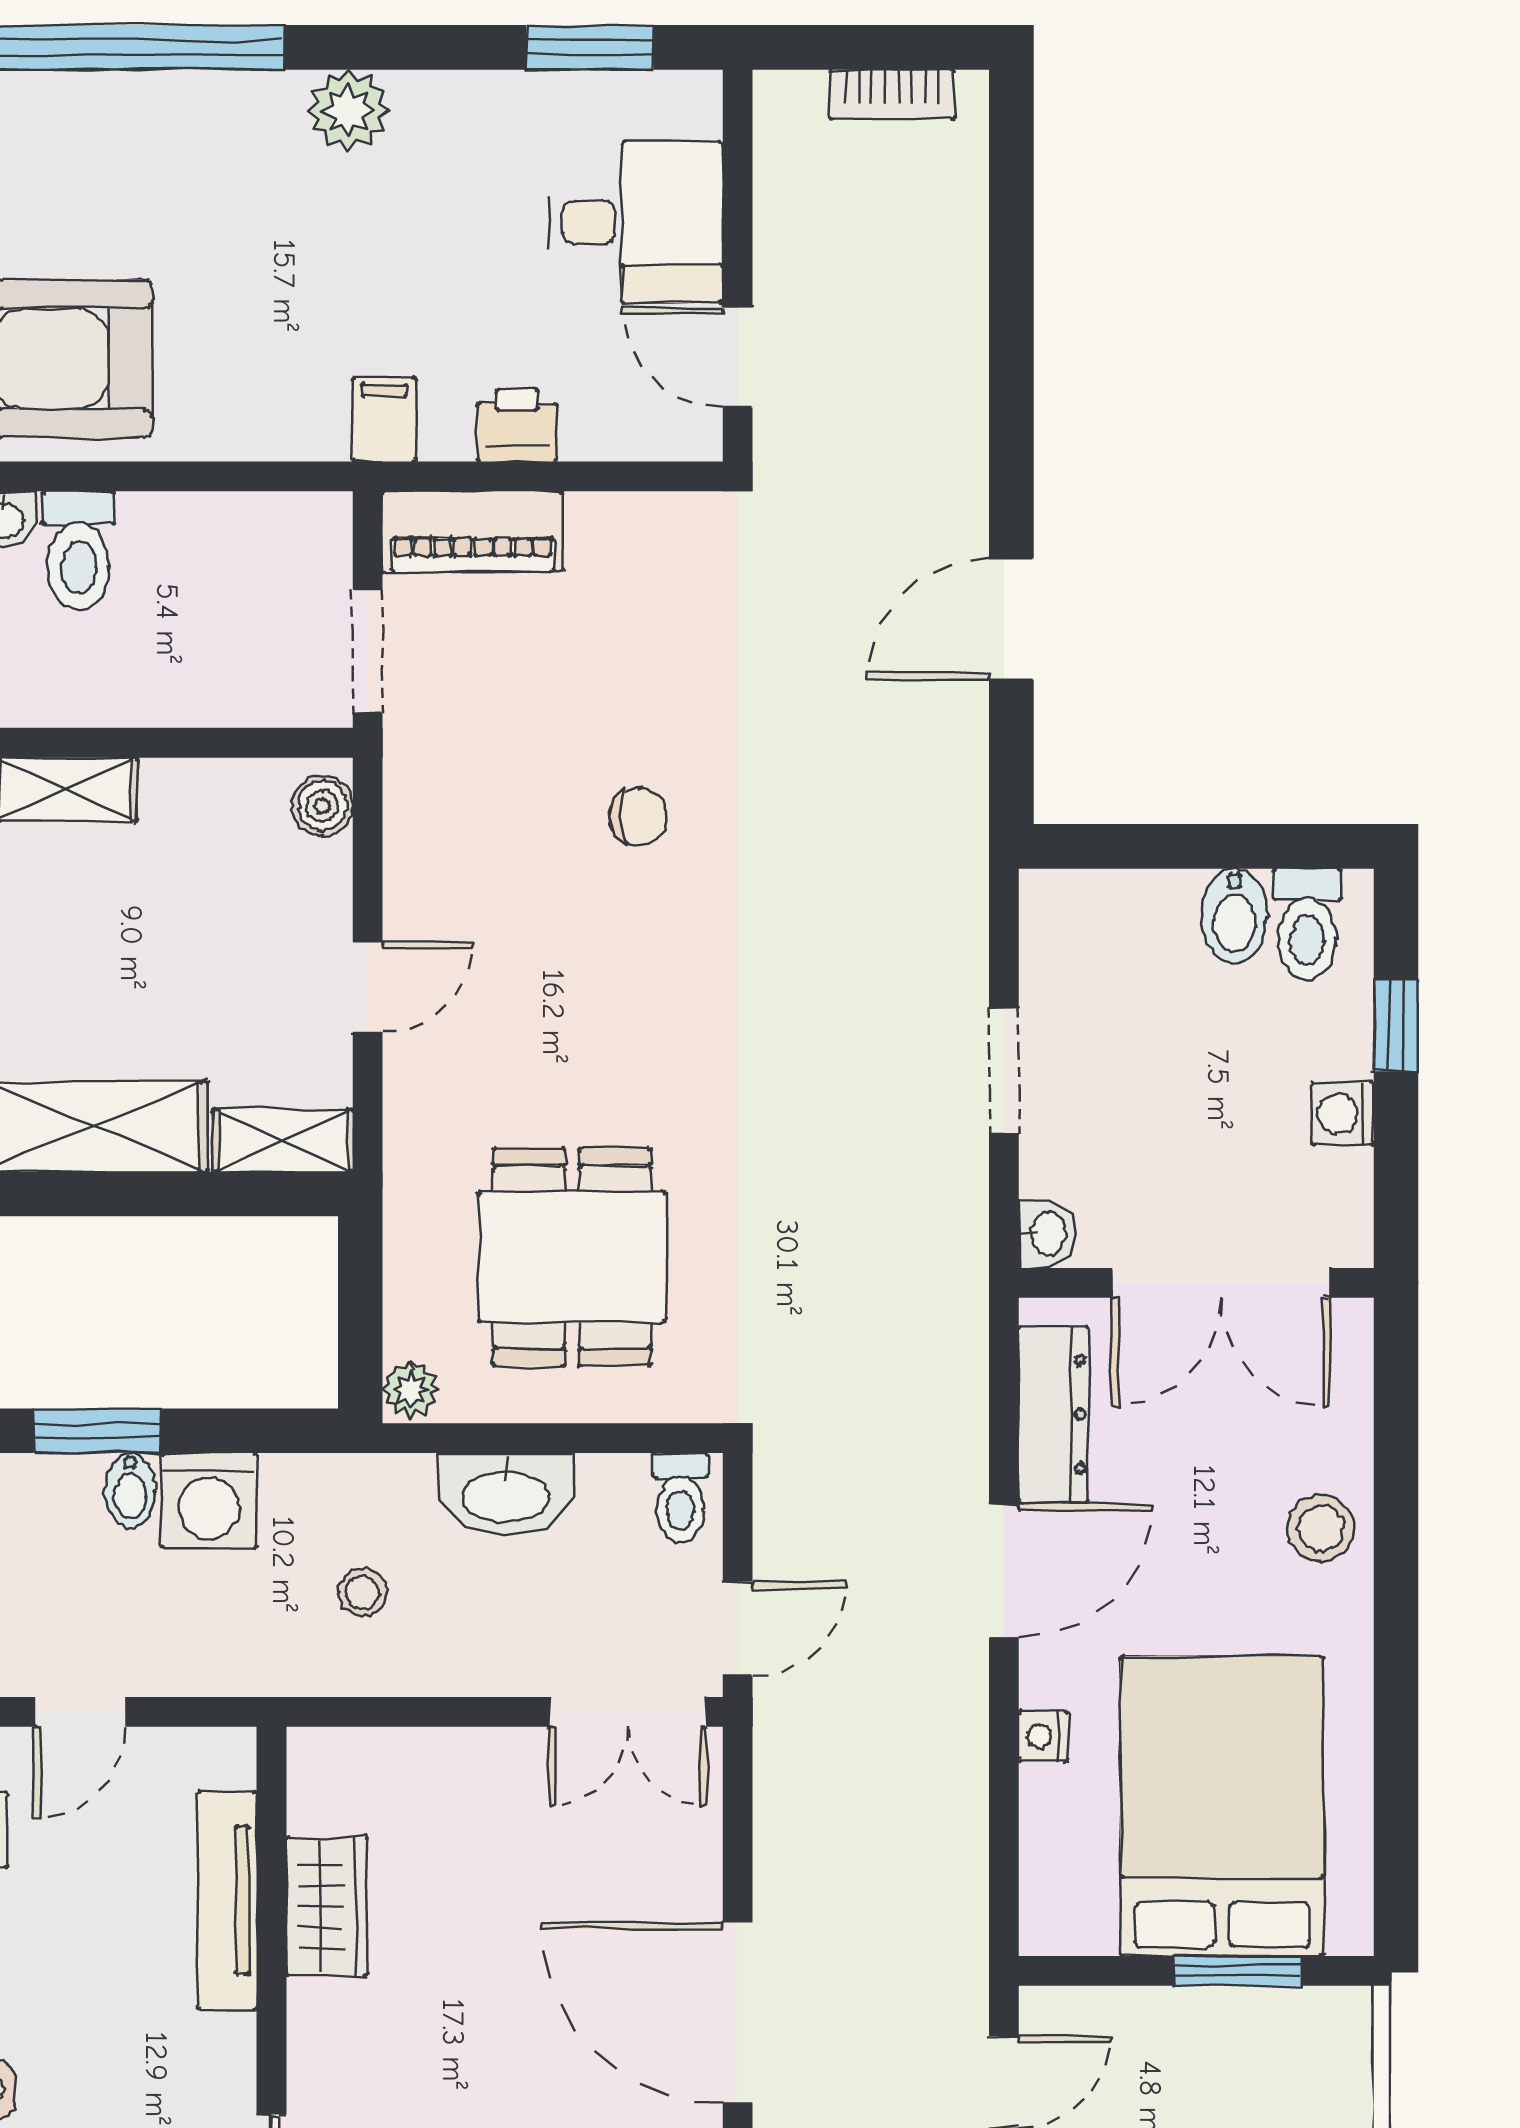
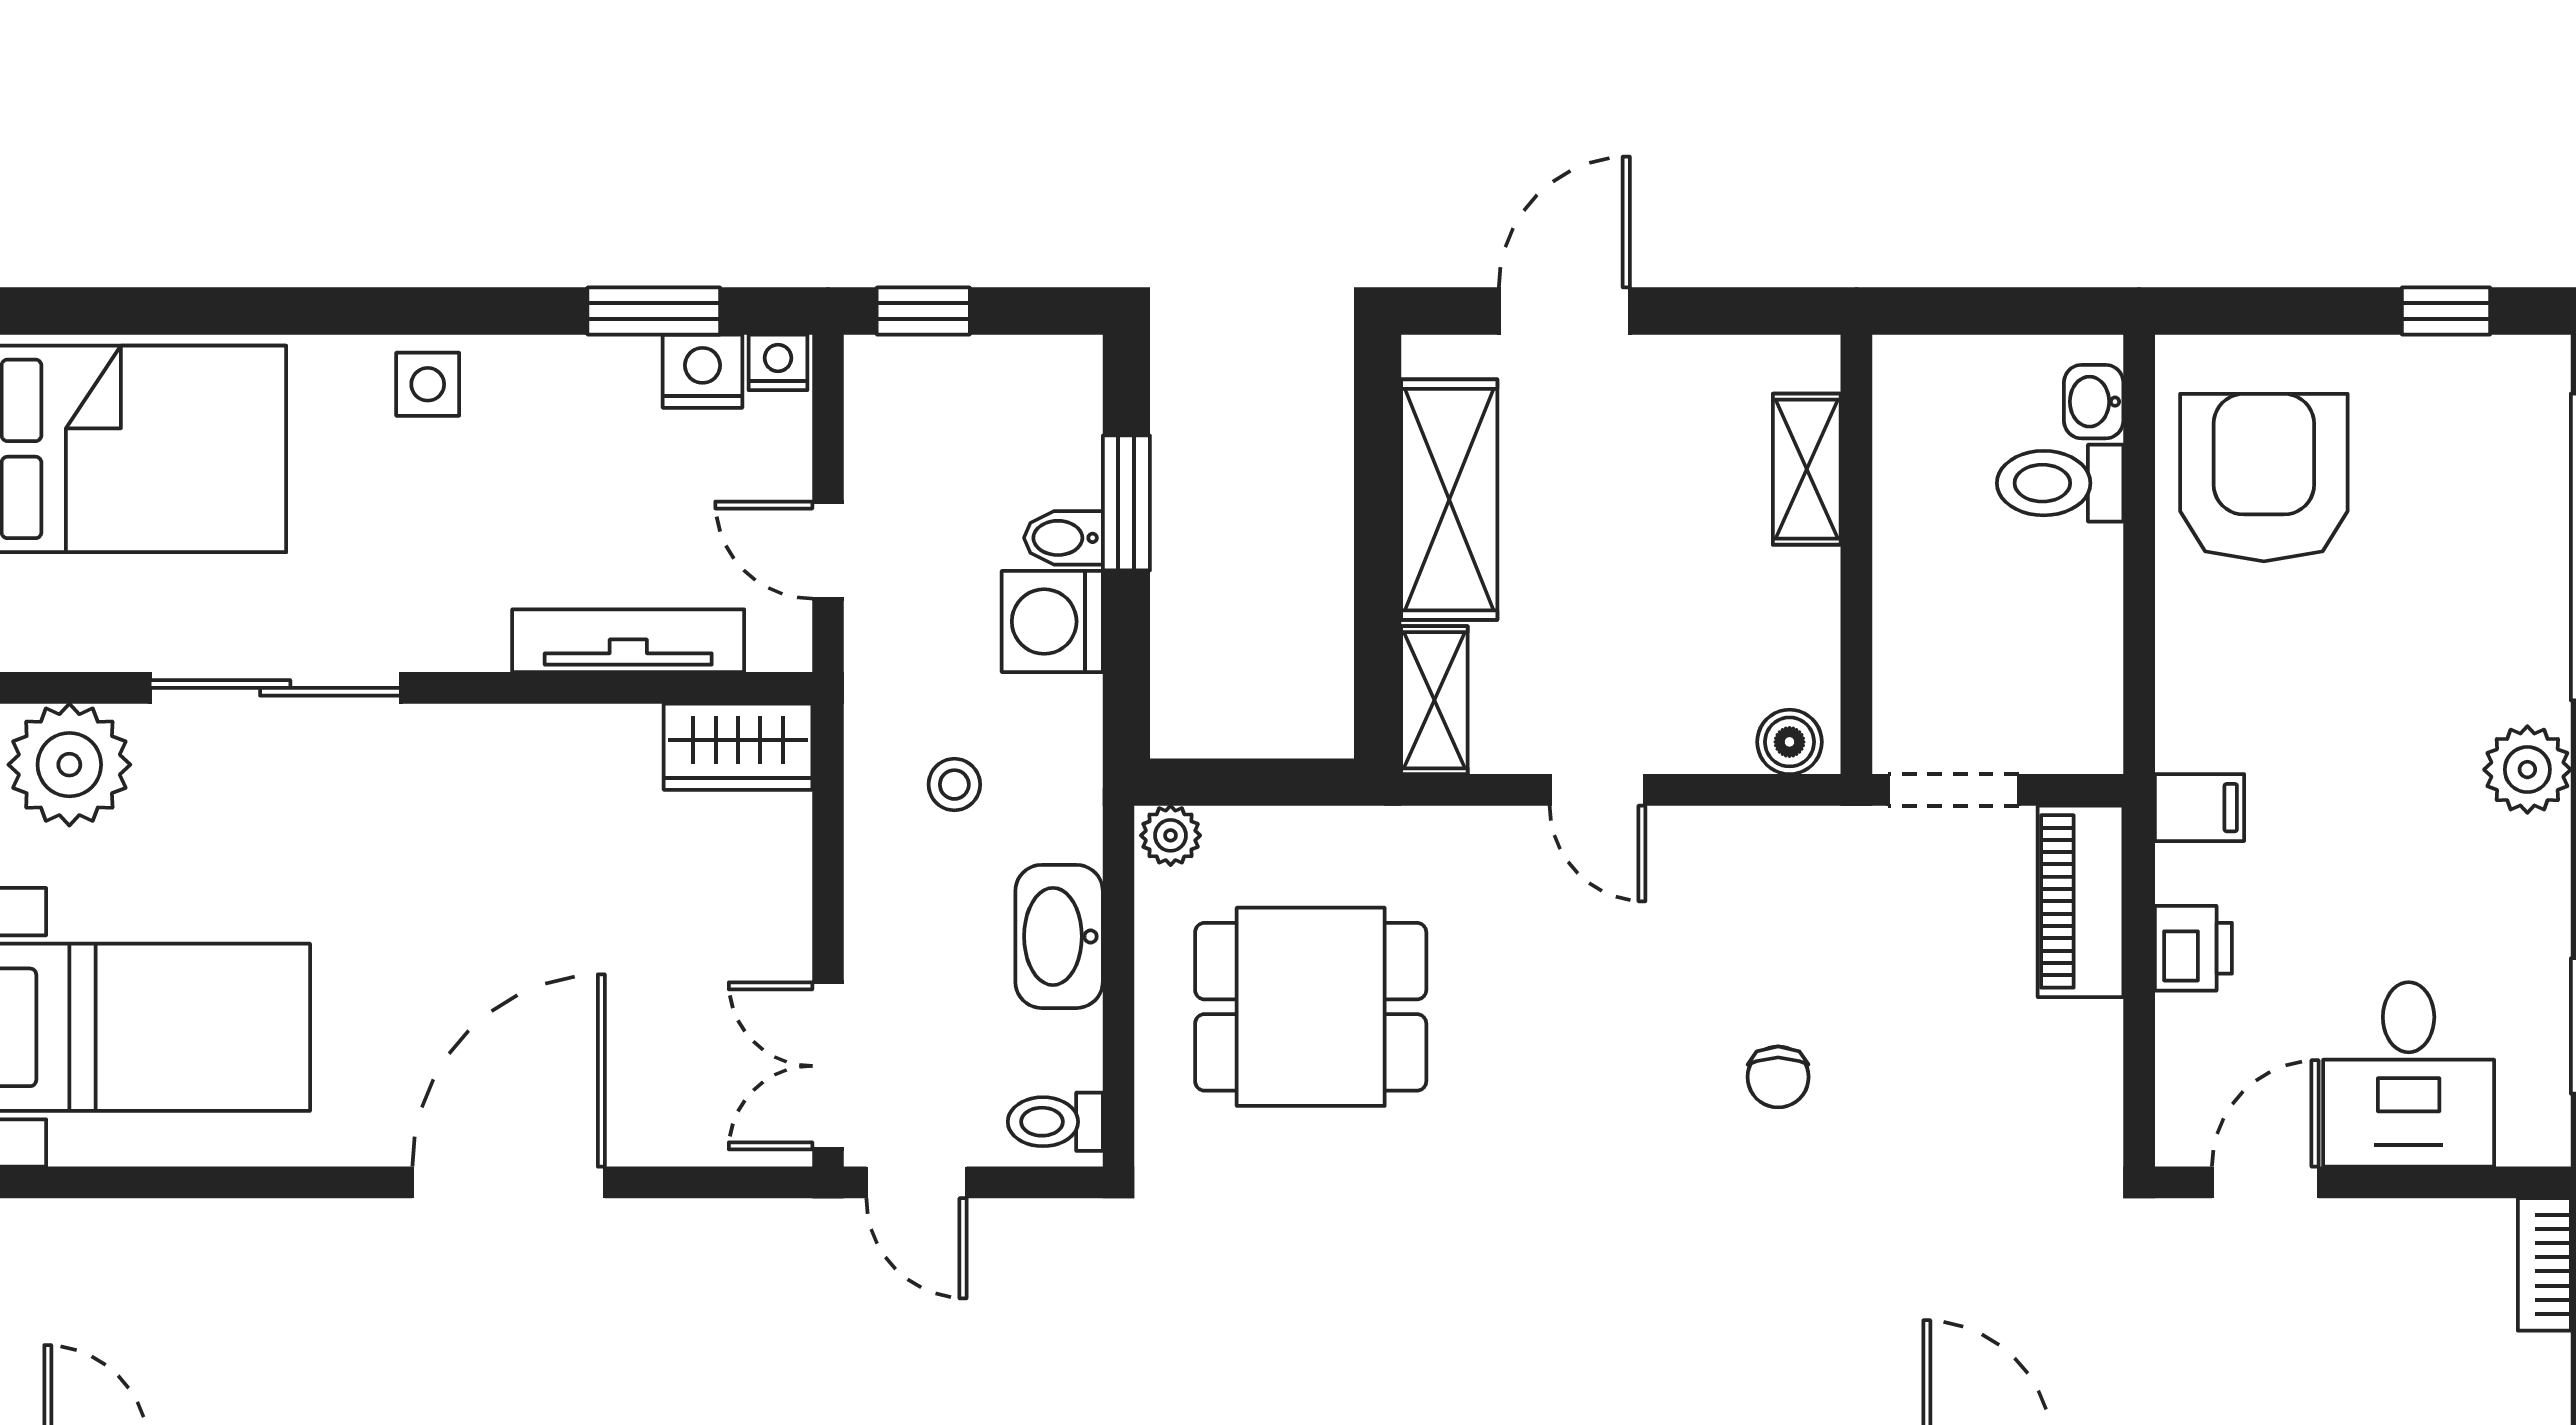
bookcase: (892, 94) -> (2544, 1264), moved
door: (80, 1712) -> (828, 550), moved
wardrobe: (327, 1906) -> (738, 747), moved

